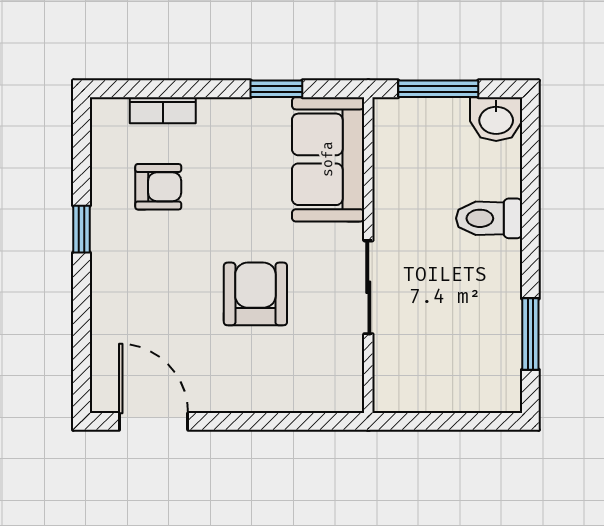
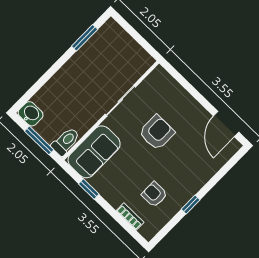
toilet: (489, 218) -> (66, 142), moved, turned -90
armchair: (255, 294) -> (157, 132), turned 180

